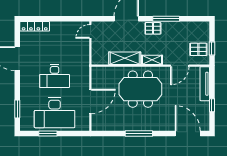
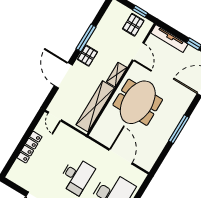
locker: (35, 26) -> (29, 147), moved
shelving: (125, 58) -> (95, 106), width x1.47

